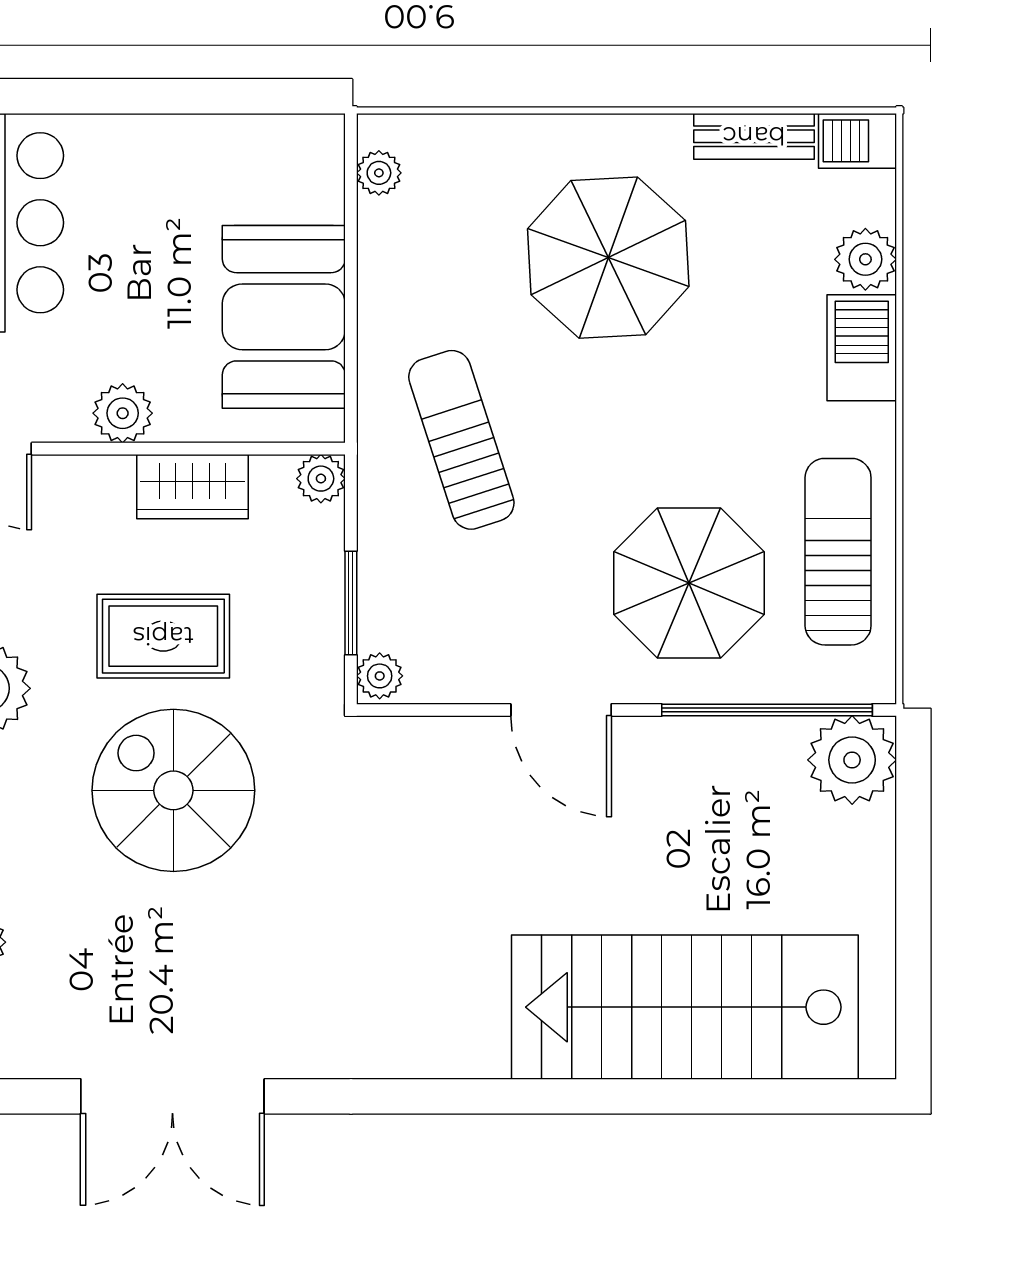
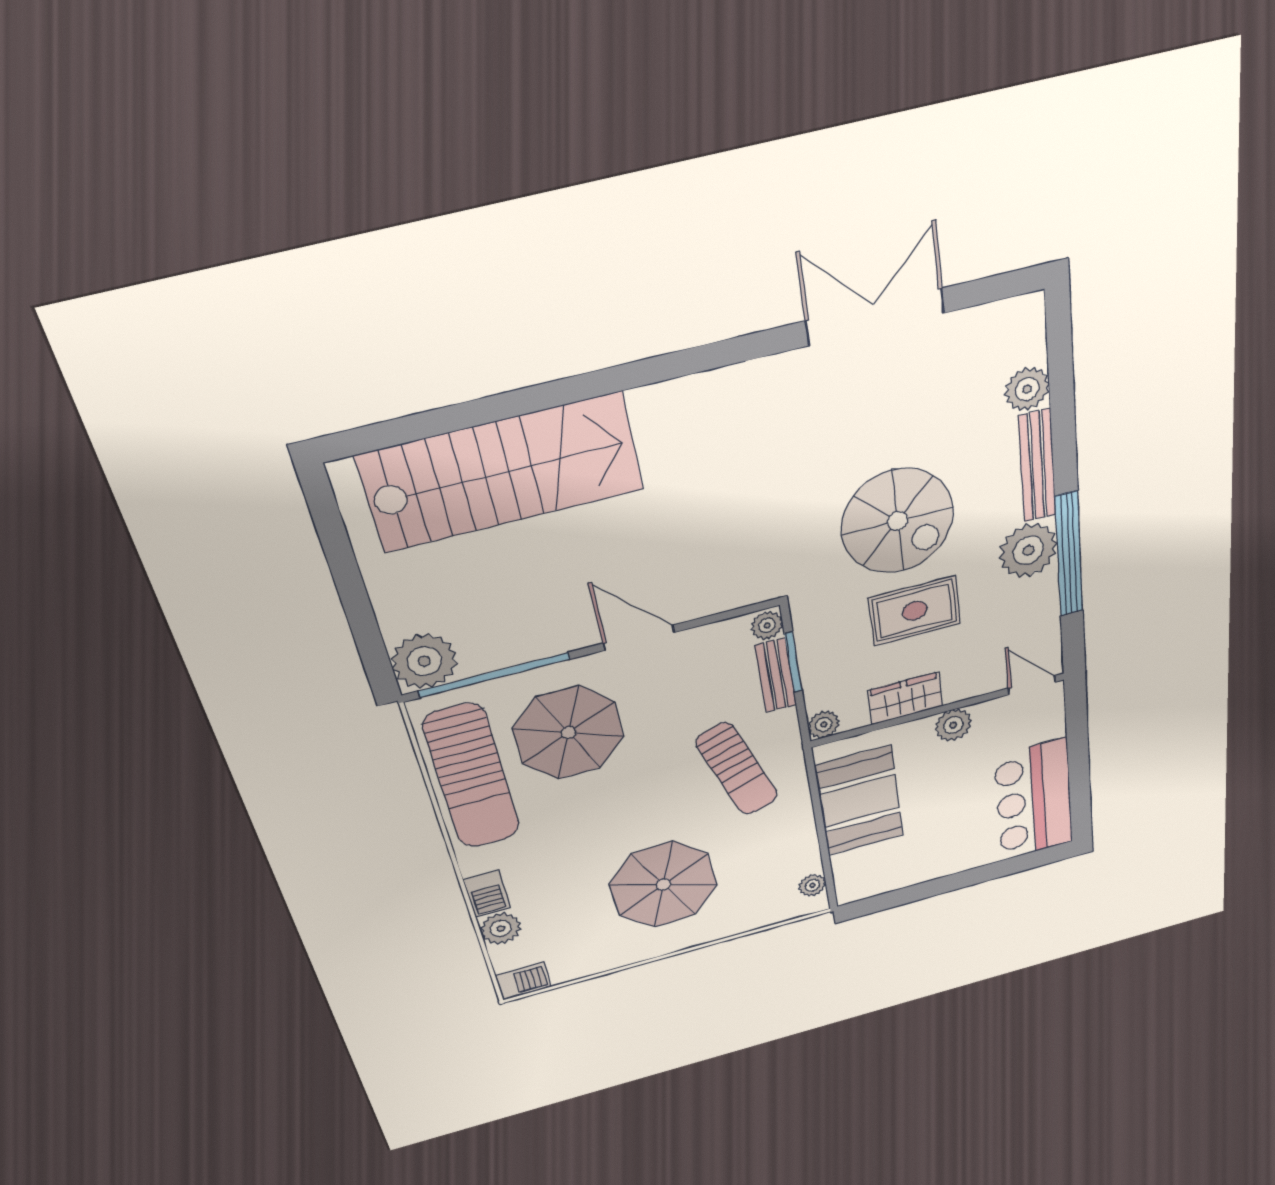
bench: (754, 136) -> (776, 675), moved, turned 90
barbecue: (862, 348) -> (487, 894), width x0.73, depth x0.79
sun lounger: (838, 552) -> (472, 777), width x1.36, depth x1.34

